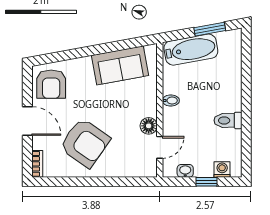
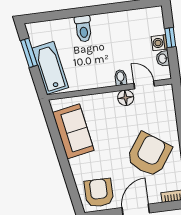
armchair: (51, 84) -> (99, 193), turned -90
bidet: (171, 100) -> (121, 78), moved
toilet: (228, 120) -> (83, 29), moved
washing machine: (222, 169) -> (159, 43), moved

